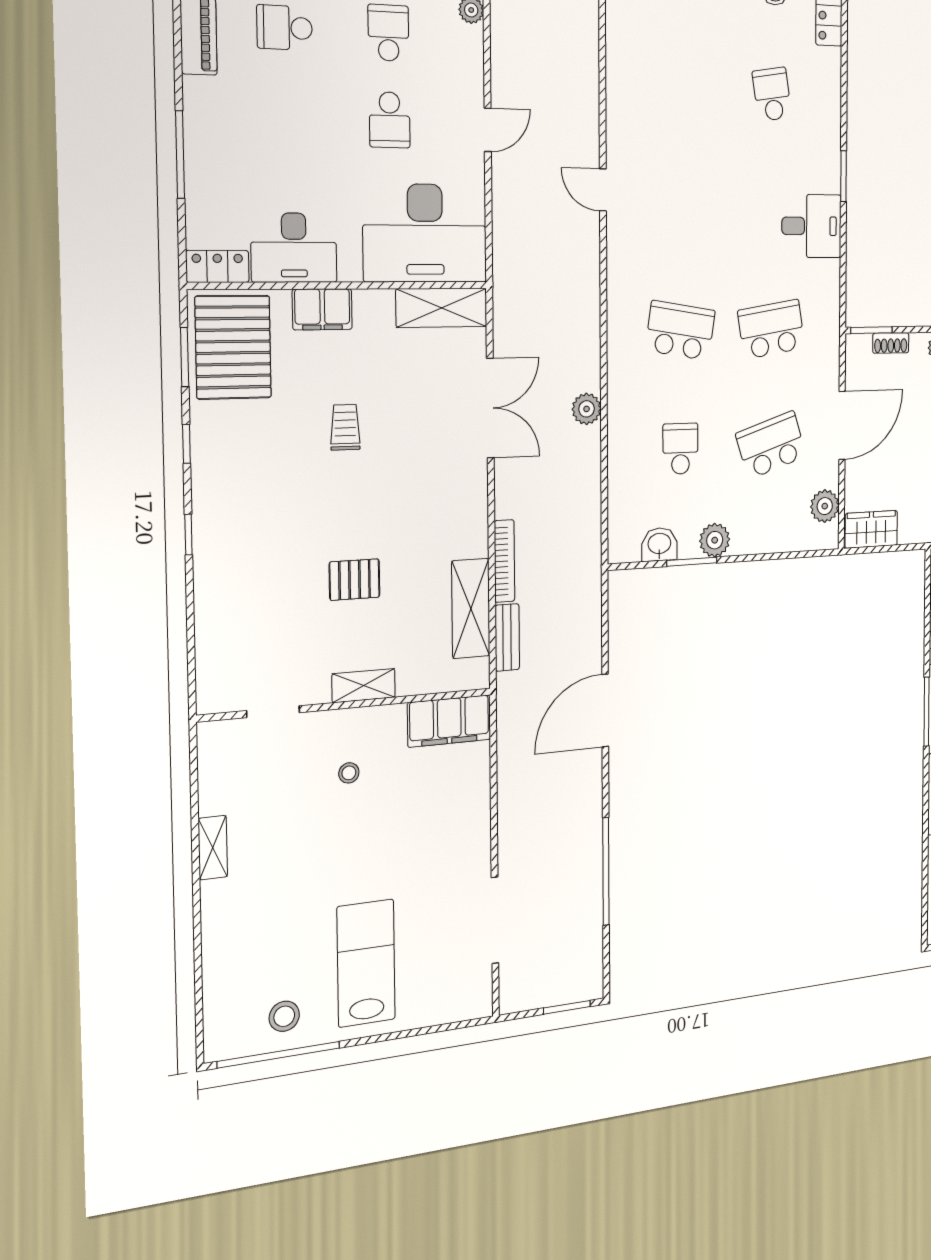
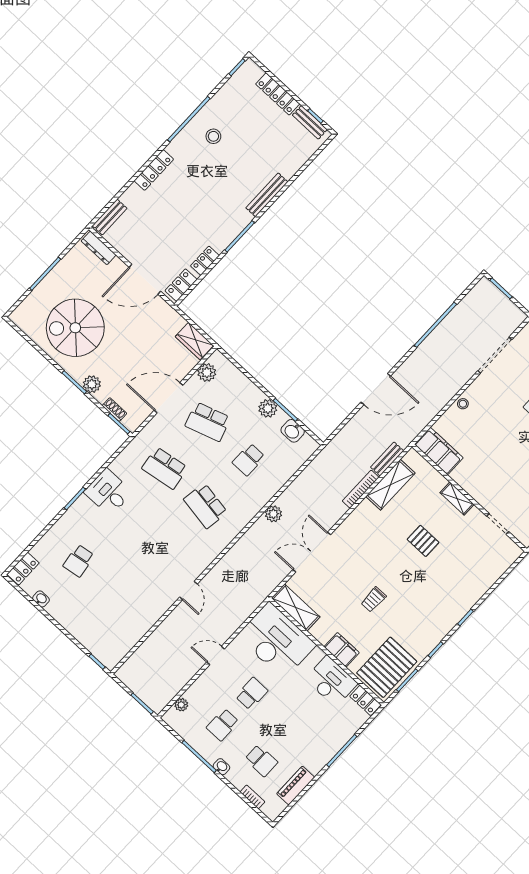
stool: (349, 773) -> (463, 404), moved

